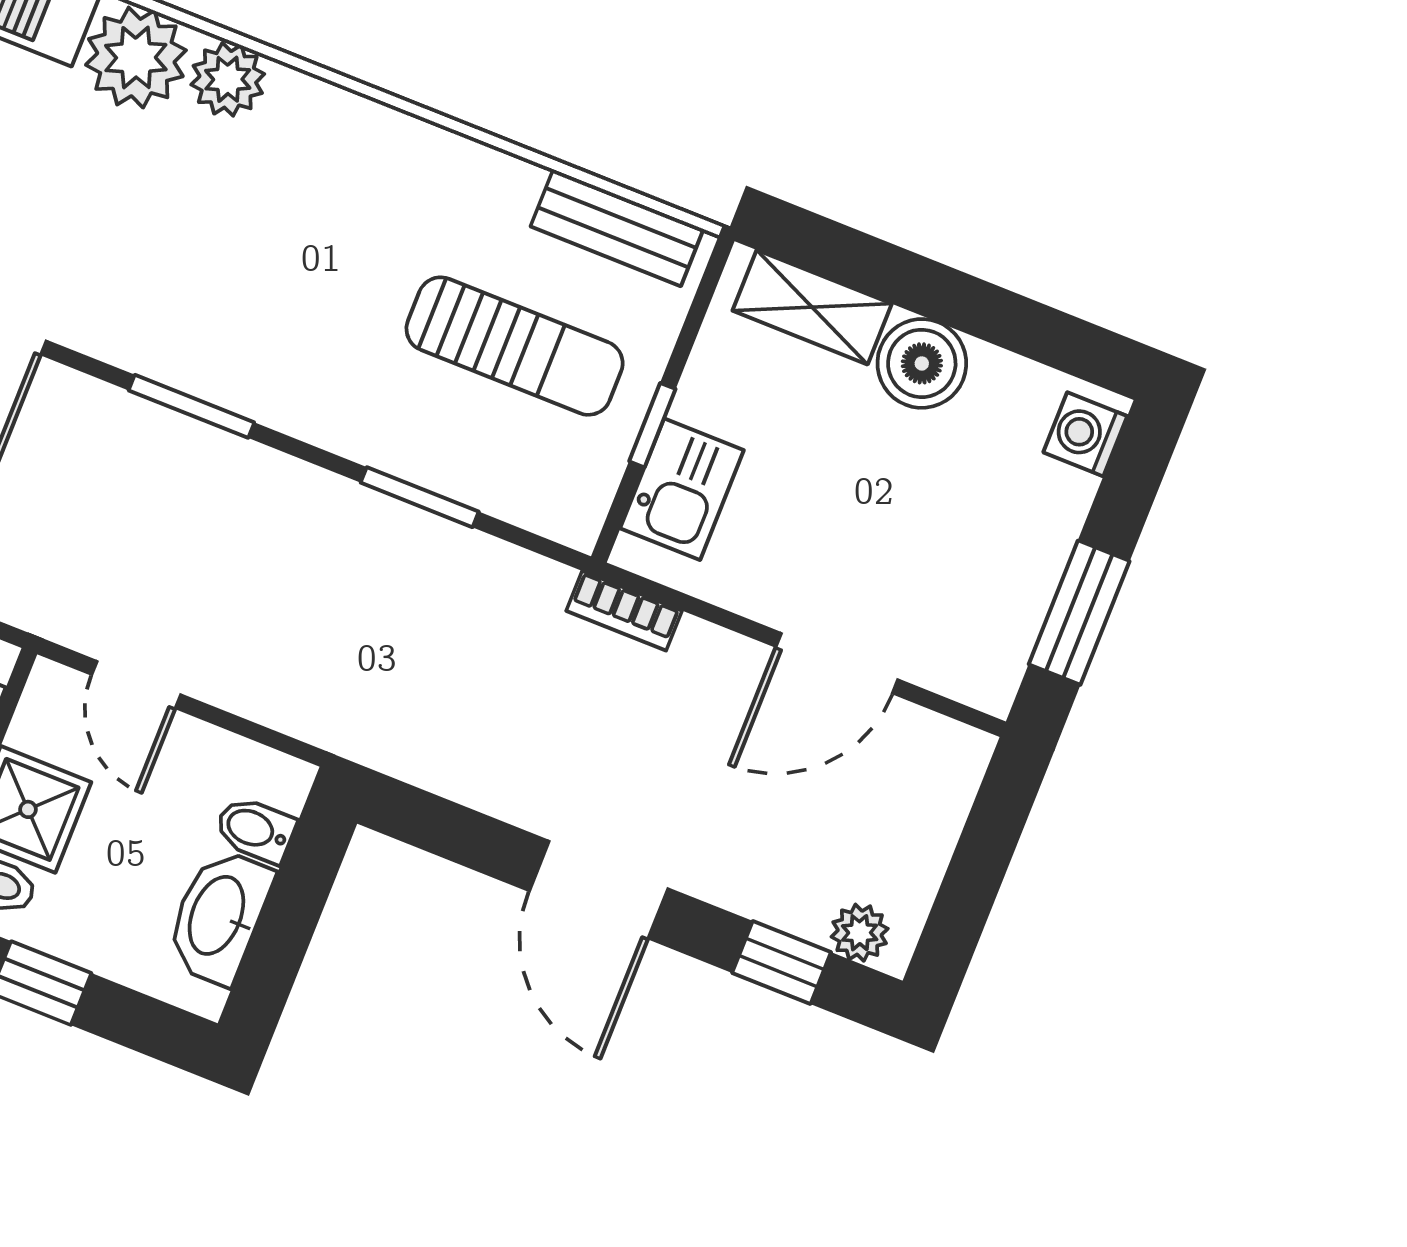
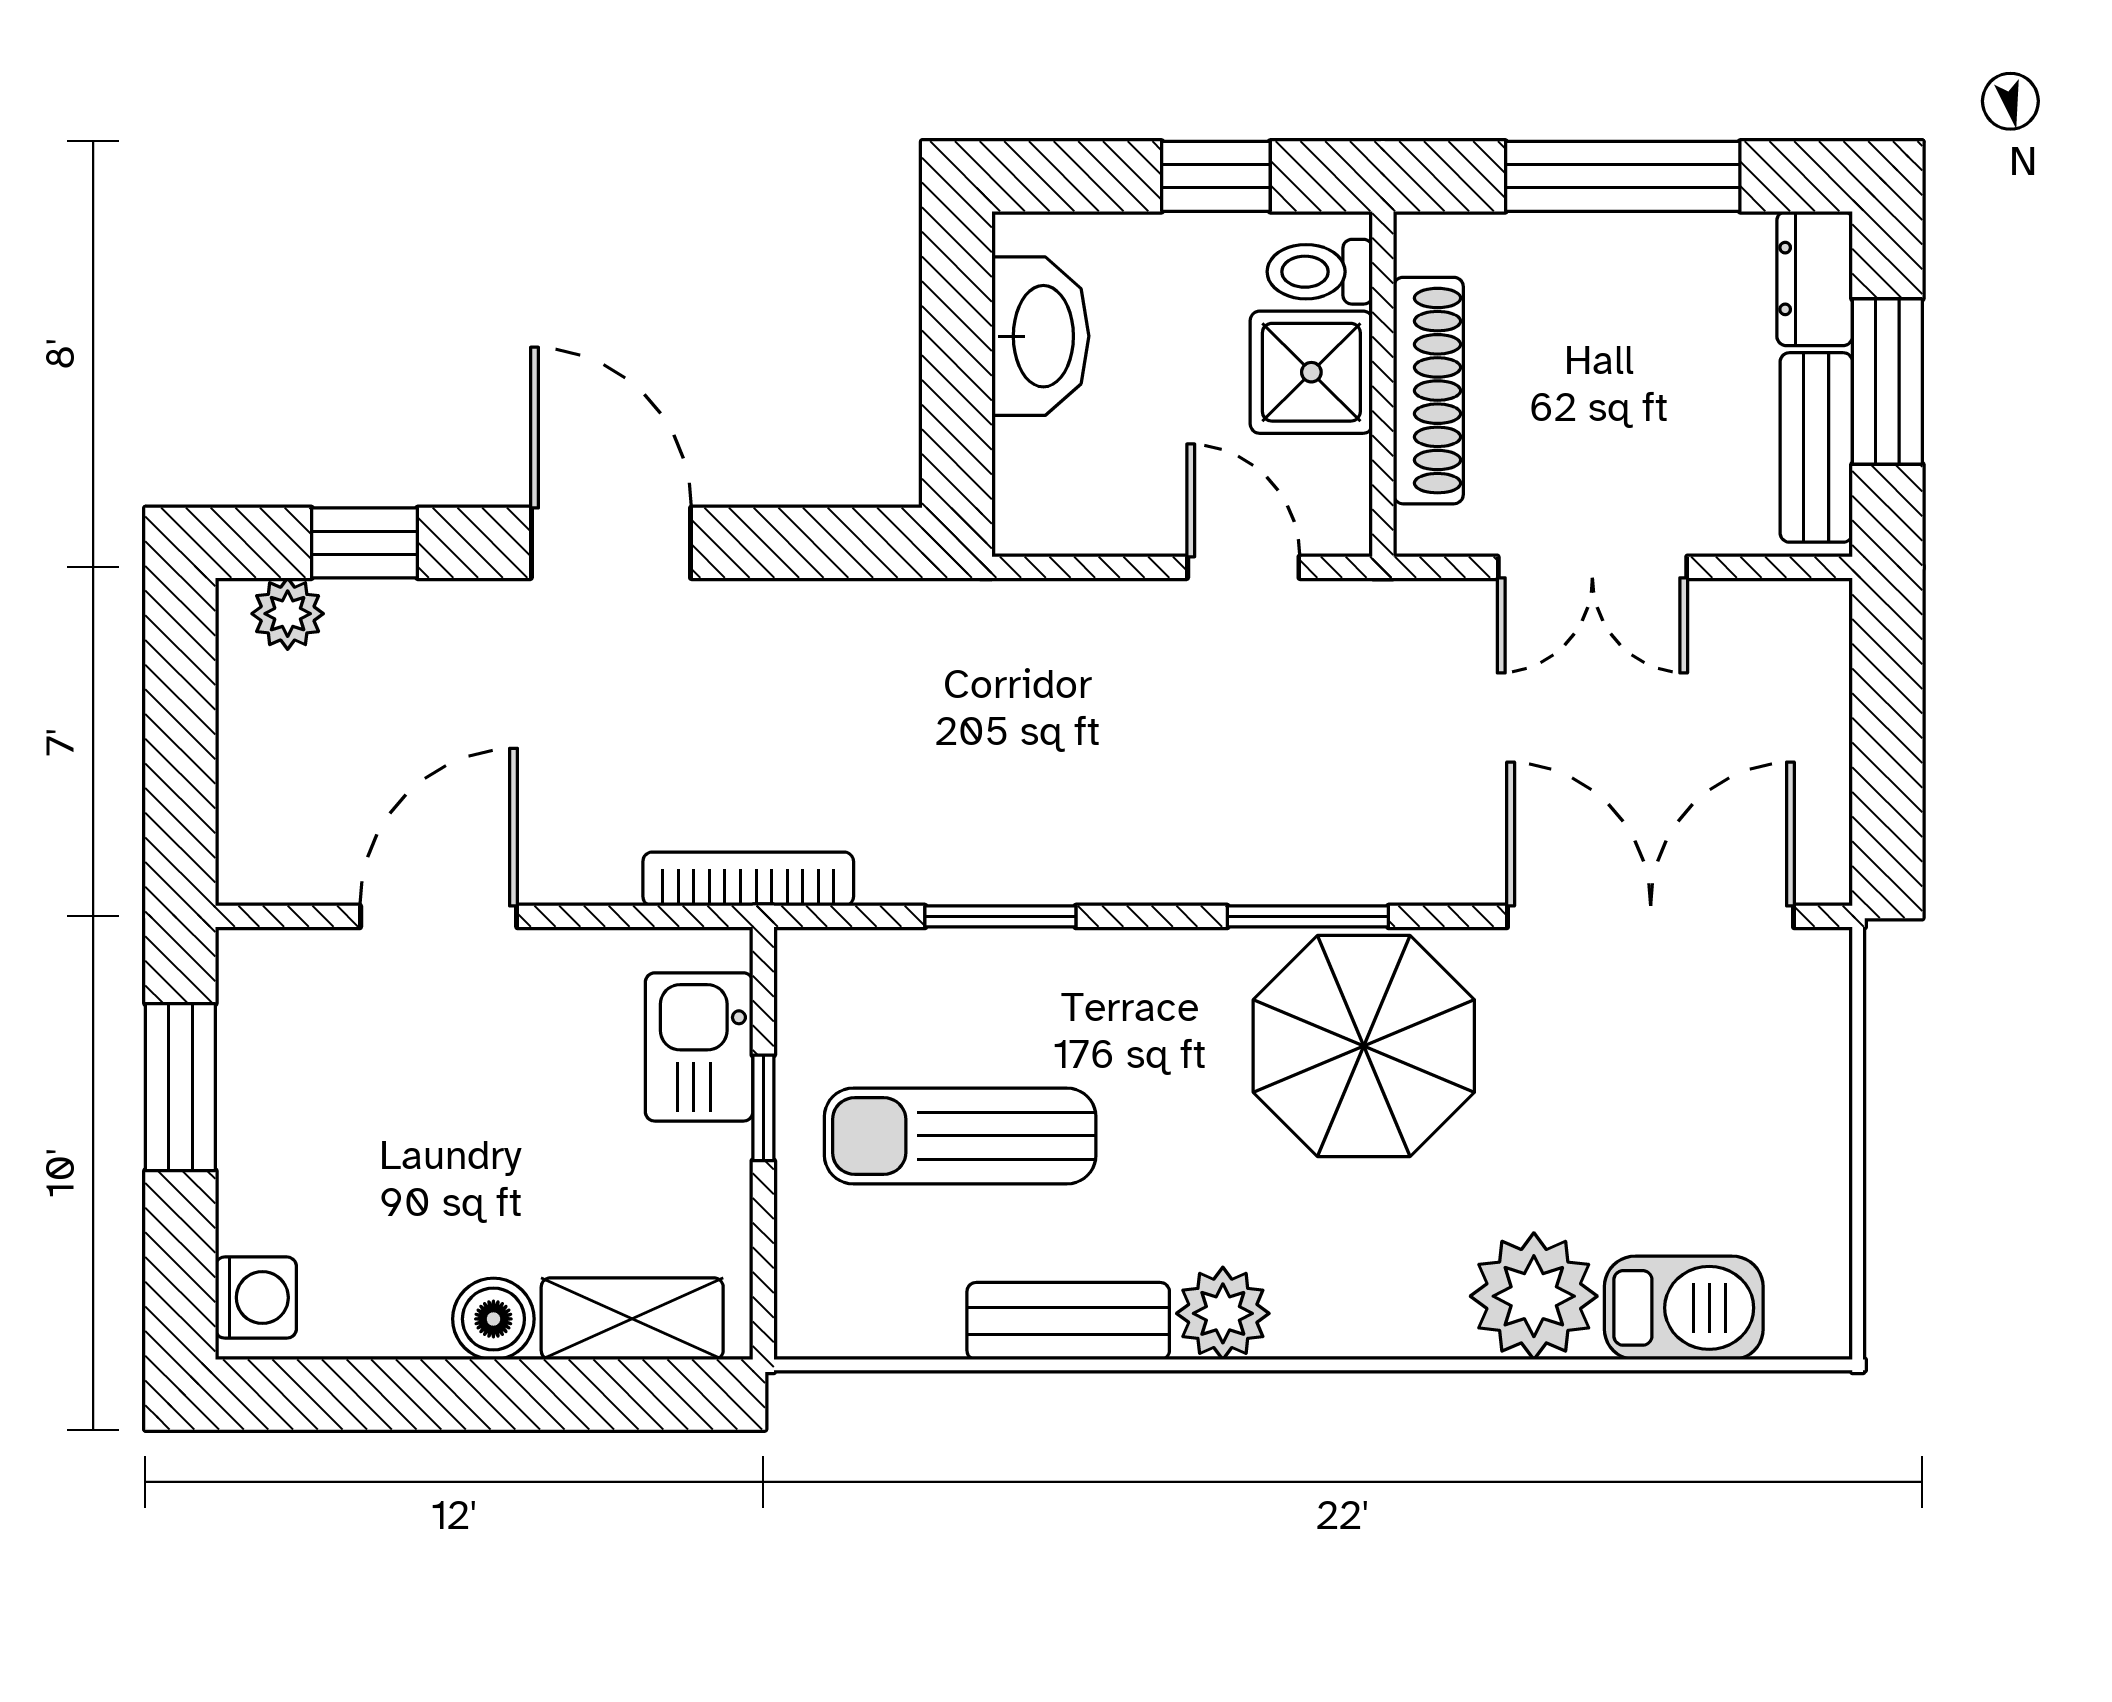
plant: (228, 79) -> (1223, 1313), moved
bench: (617, 228) -> (1068, 1321), moved
parasol: (188, 294) -> (1364, 1046), added
boiler: (922, 363) -> (493, 1319), width x0.73, depth x0.73
bookcase: (624, 611) -> (748, 879), width x1.56
bidet: (255, 830) -> (1038, 454), removed

